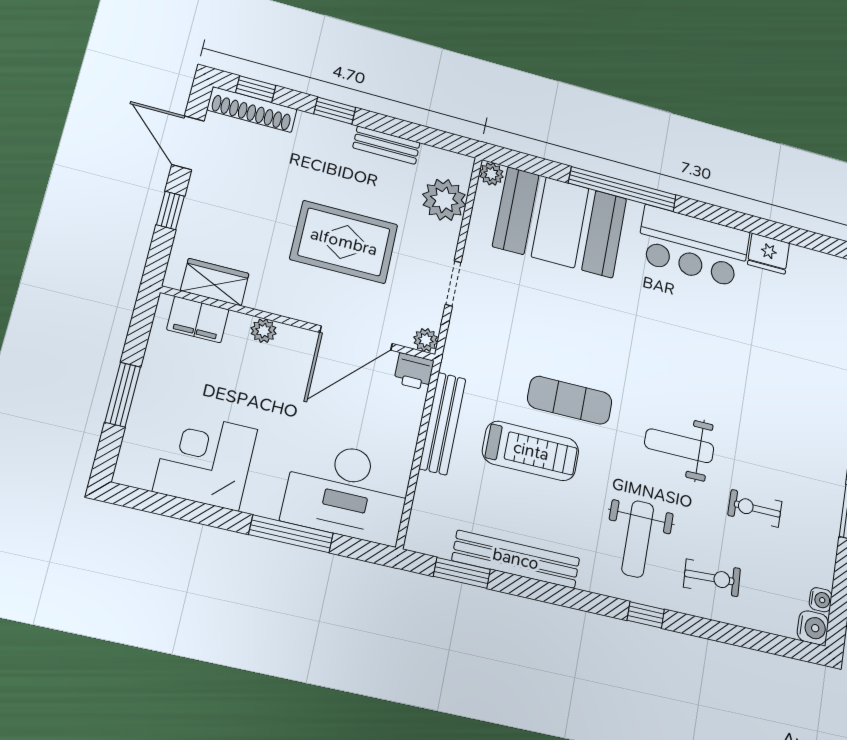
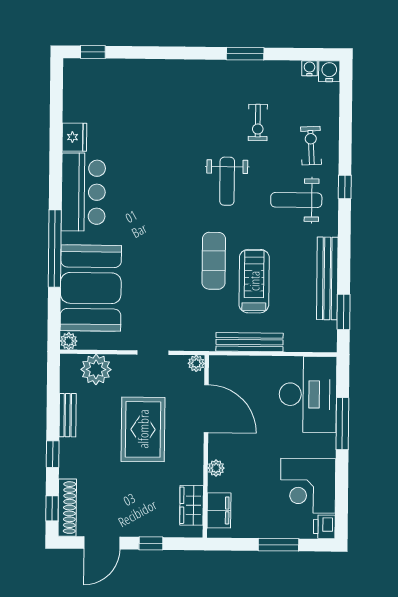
printer: (414, 372) -> (324, 527), moved, turned 180
weight bench: (638, 539) -> (296, 200), turned 180

